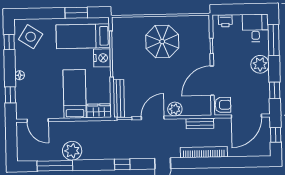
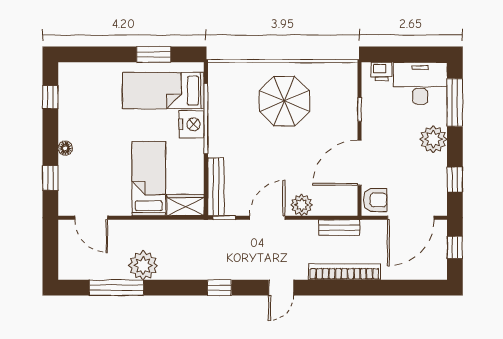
desk: (255, 28) -> (420, 83), width x1.37
side table: (31, 37) -> (83, 90), removed

